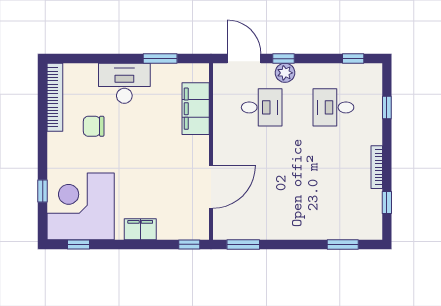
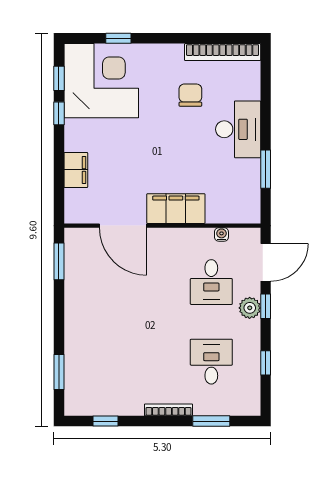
window: (353, 59) -> (266, 363), moved
water cooler: (219, 98) -> (221, 234), added
window: (387, 107) -> (211, 421), width x1.50
filing cabinet: (196, 109) -> (176, 209), moved
bookcase: (377, 167) -> (169, 410), moved
filing cabinet: (140, 229) -> (76, 170), moved
window: (189, 244) -> (59, 113), moved

